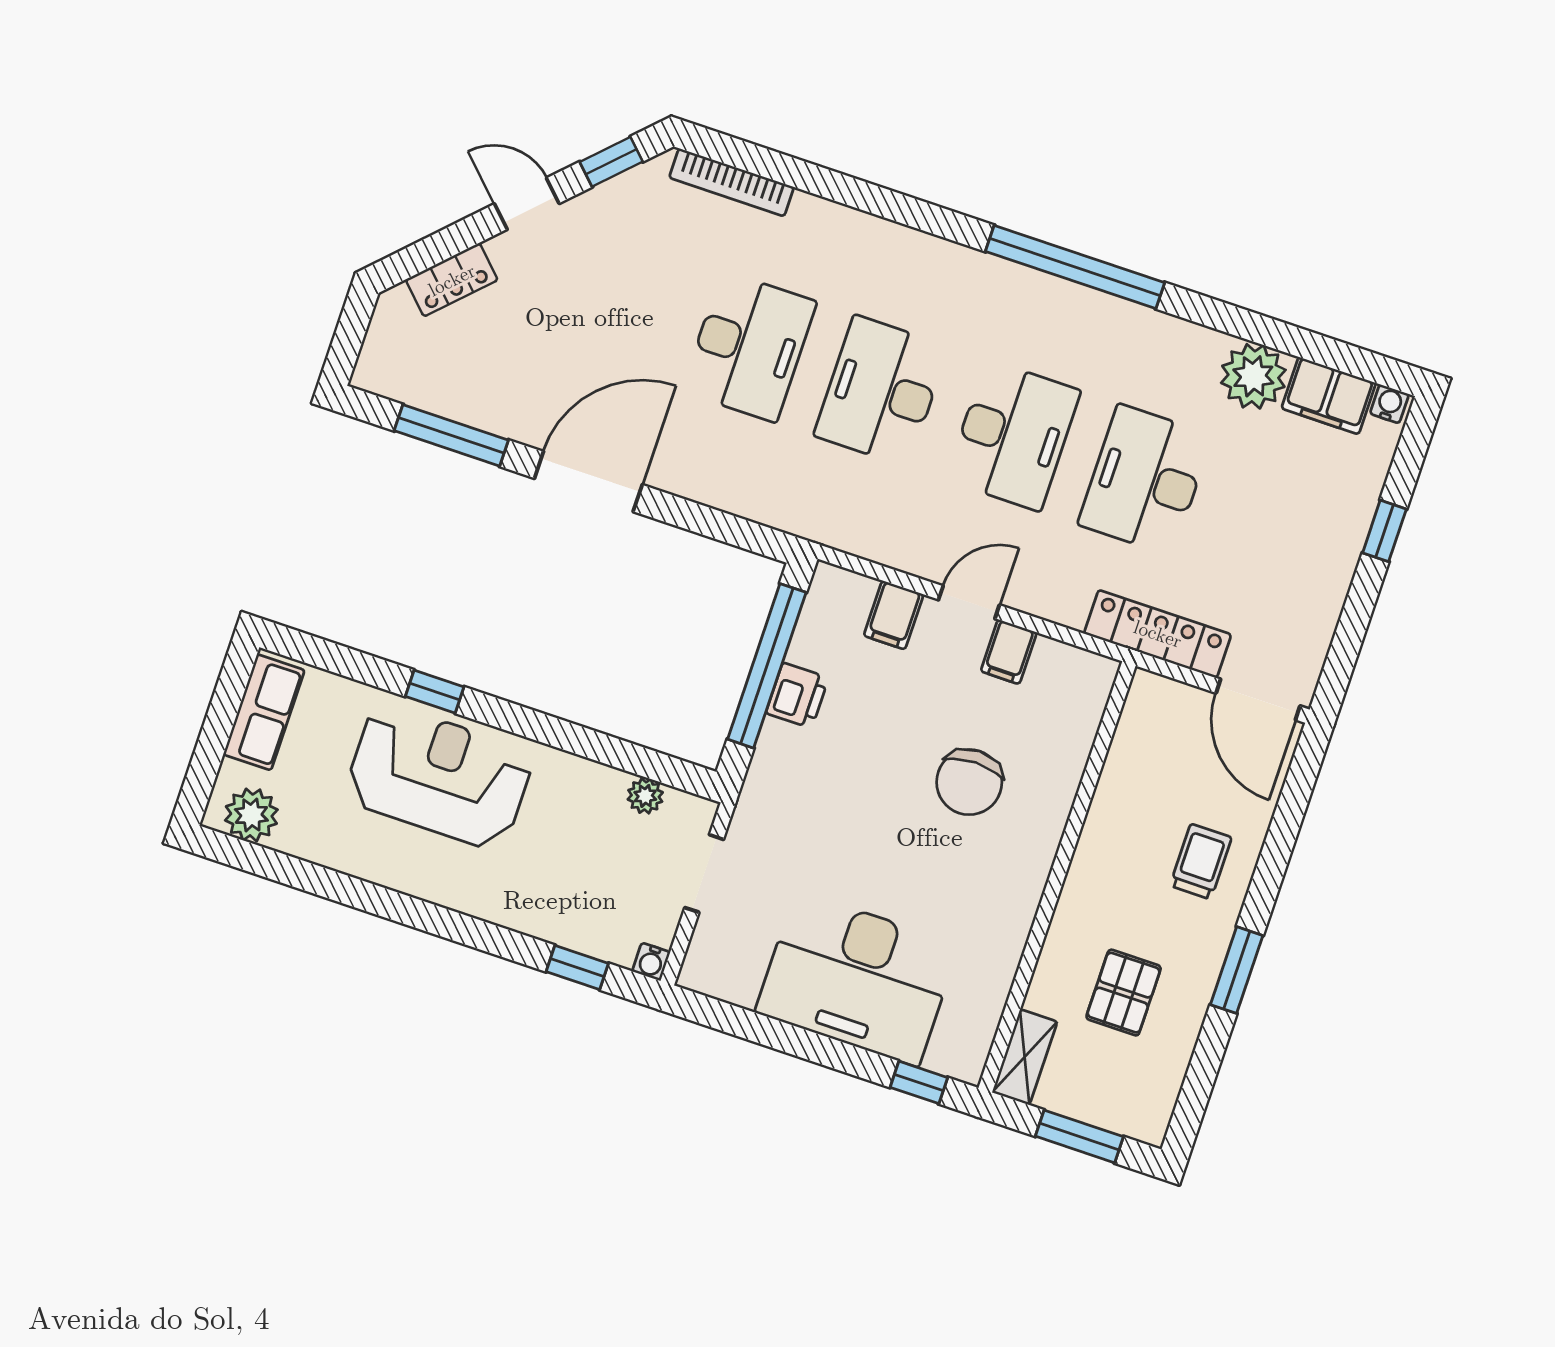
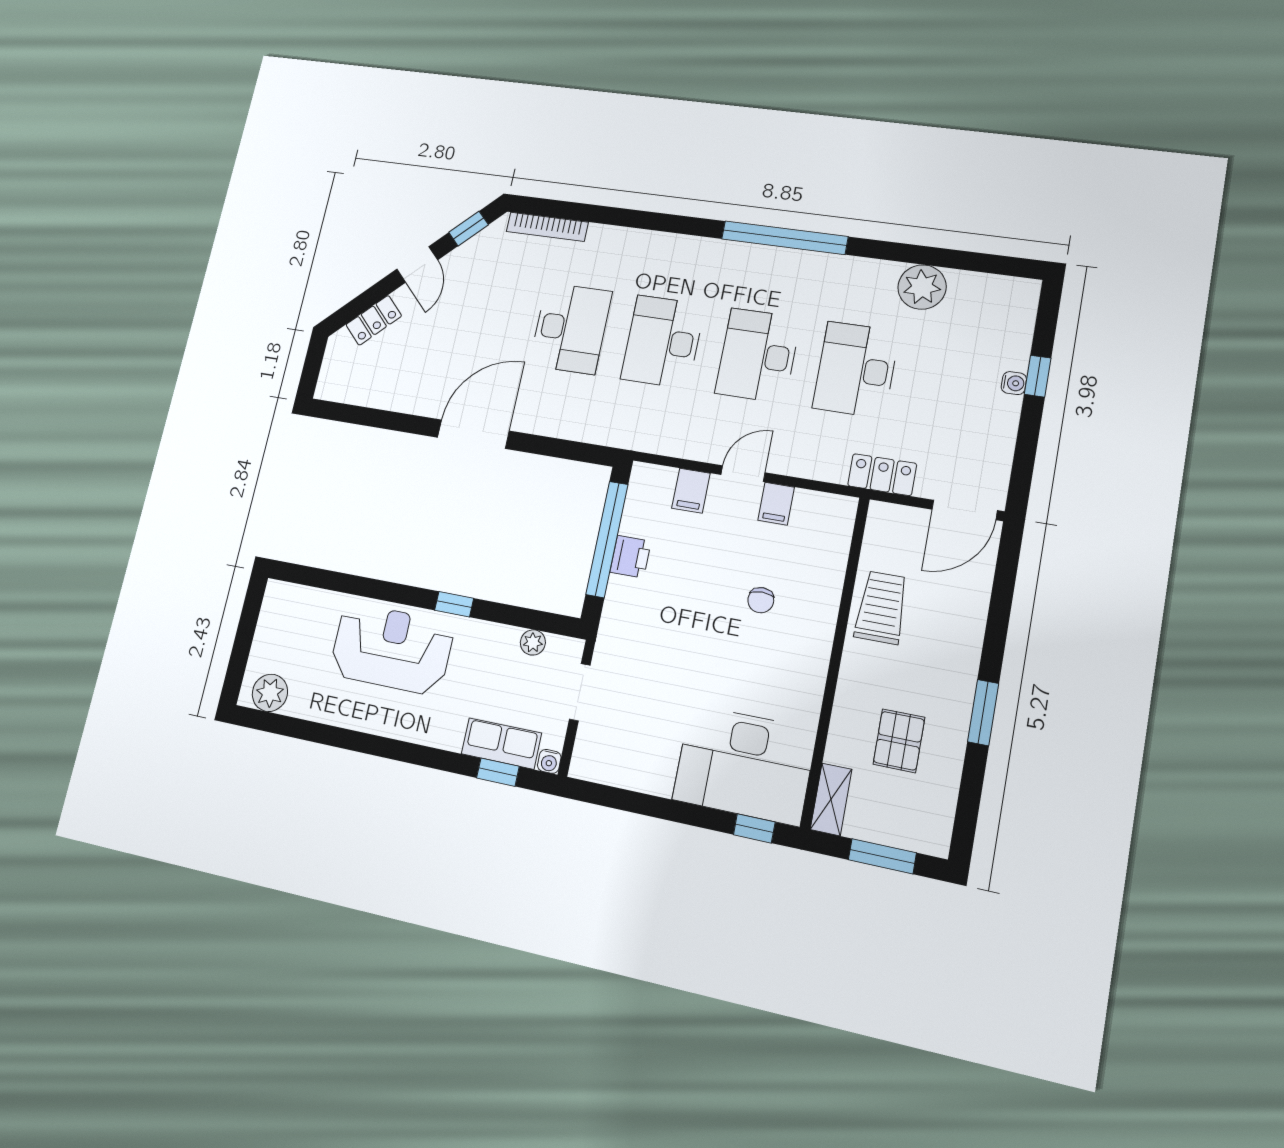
door: (527, 204) -> (417, 264), swing flipped
filing cabinet: (1329, 396) -> (979, 291), removed
water cooler: (1389, 404) -> (1014, 383), moved, turned 90
window: (451, 435) -> (381, 419), removed
desk: (1013, 435) -> (758, 355), turned 180
locker: (1158, 634) -> (882, 475), width x0.66
window: (435, 692) -> (454, 604), moved
door: (1258, 700) -> (965, 510), hinge flipped
row of seats: (264, 712) -> (501, 743), moved, turned -90
chair: (969, 782) -> (761, 600), width x0.54, depth x0.54
trolley: (1201, 862) -> (881, 607), moved, width x1.36, depth x1.39
desk: (857, 979) -> (744, 765), moved

